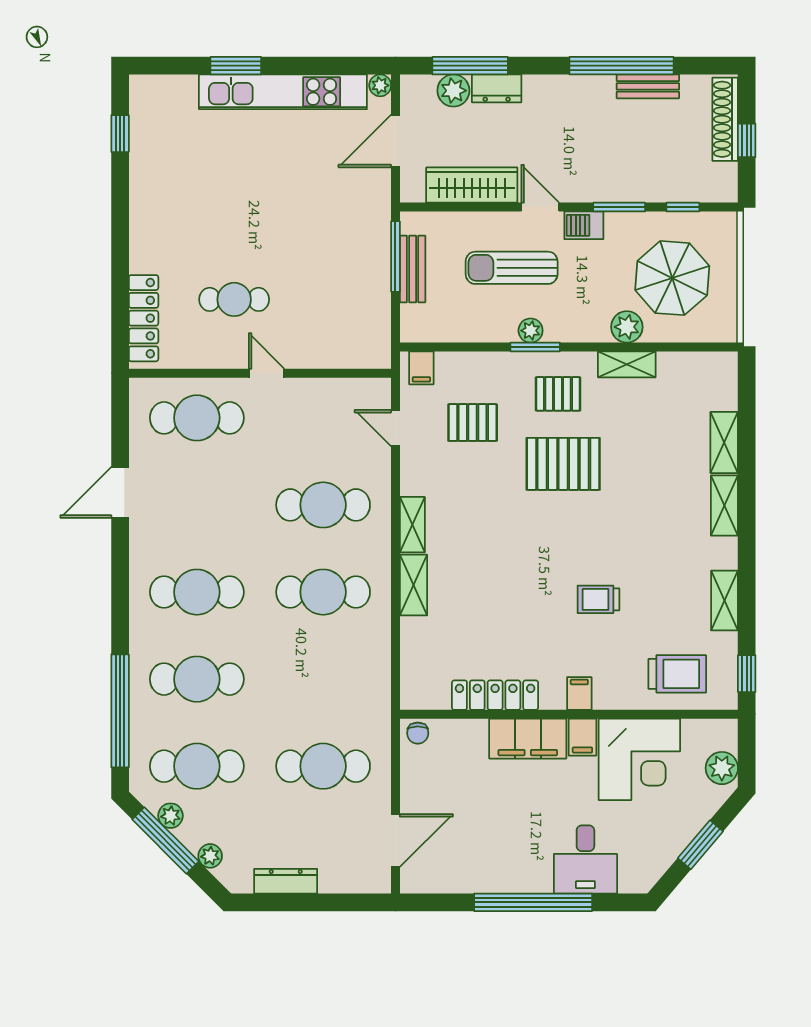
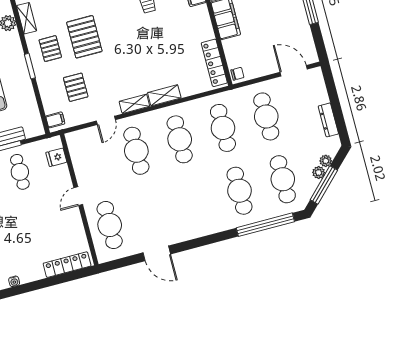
water cooler: (138, 210) -> (14, 281), added
cafe table: (234, 299) -> (20, 172), moved
plant: (531, 331) -> (22, 71), removed
fridge: (351, 351) -> (56, 157), added
door: (395, 428) -> (106, 120), moved
cafe table: (197, 592) -> (223, 128), moved
locker: (495, 695) -> (214, 63), moved
plant: (171, 816) -> (319, 173), moved

